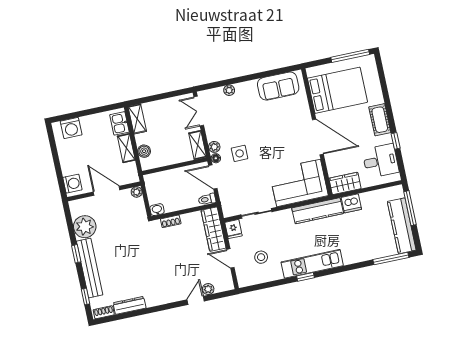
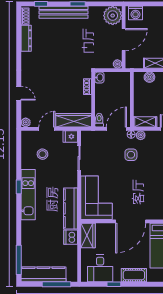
plant: (85, 227) -> (113, 16), moved
plant: (208, 289) -> (26, 122), moved

